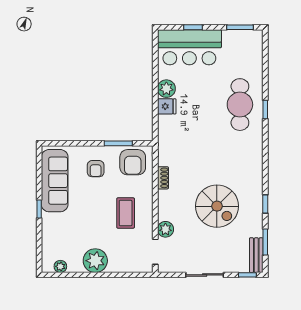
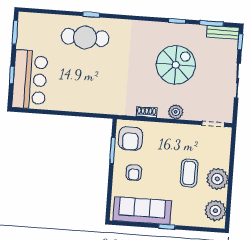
plant: (166, 89) -> (66, 103), removed
fridge: (167, 106) -> (82, 104), removed
armchair: (133, 162) -> (130, 139), turned 90
armchair: (96, 169) -> (134, 173), turned 90
coffee table: (126, 213) -> (189, 173), moved, turned 90
plant: (165, 229) -> (176, 112), moved
plant: (60, 266) -> (215, 211), width x1.87, depth x1.87

